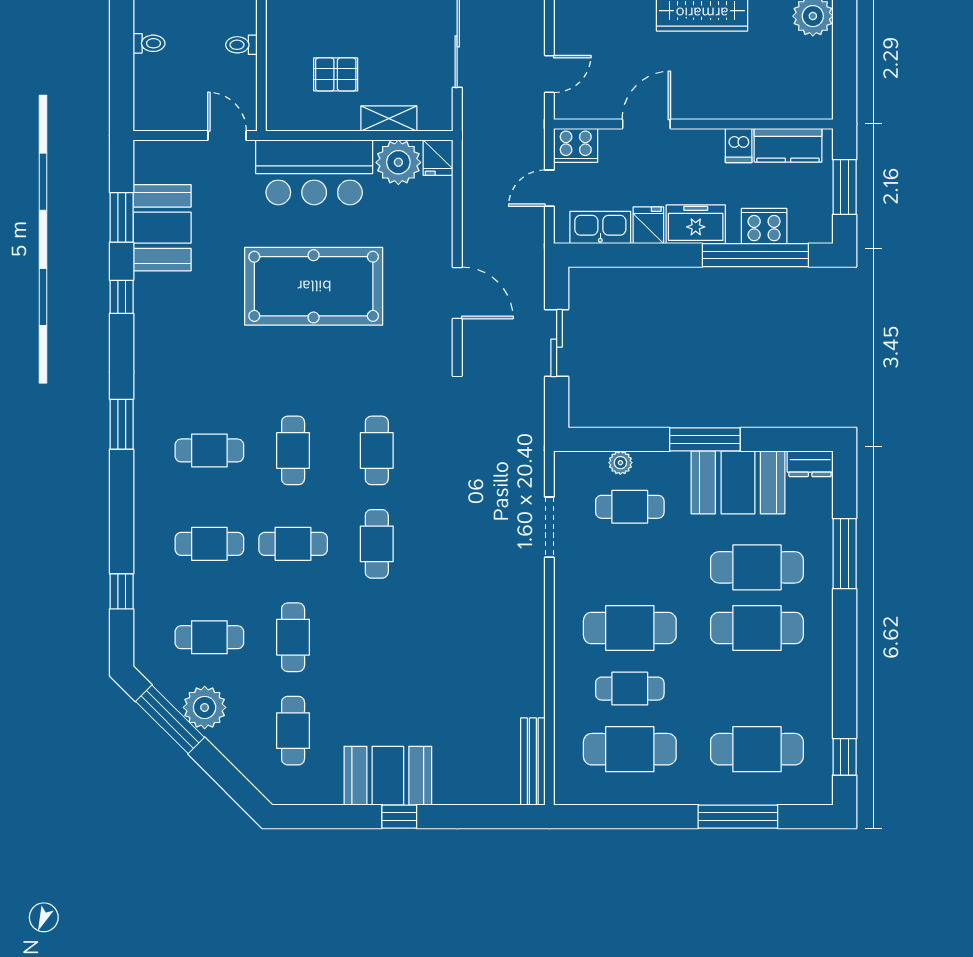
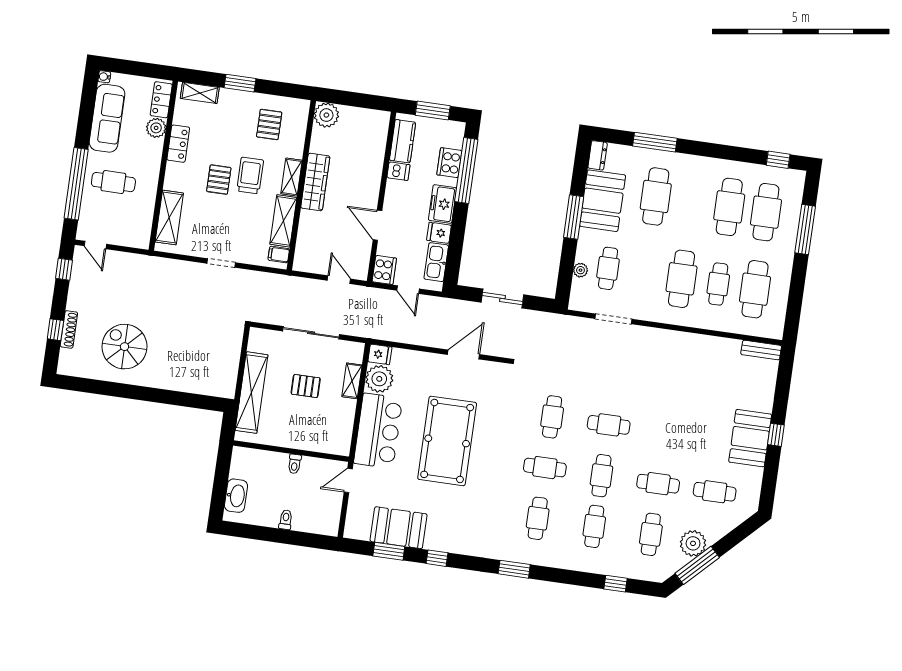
pallet: (336, 74) -> (306, 386), moved, turned 90
cafe table: (377, 450) -> (552, 417), turned 90
cafe table: (757, 628) -> (729, 207), moved
bench: (533, 762) -> (761, 350), width x0.73

